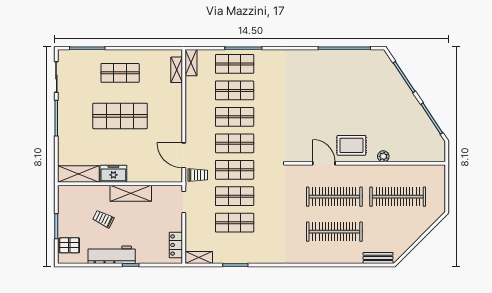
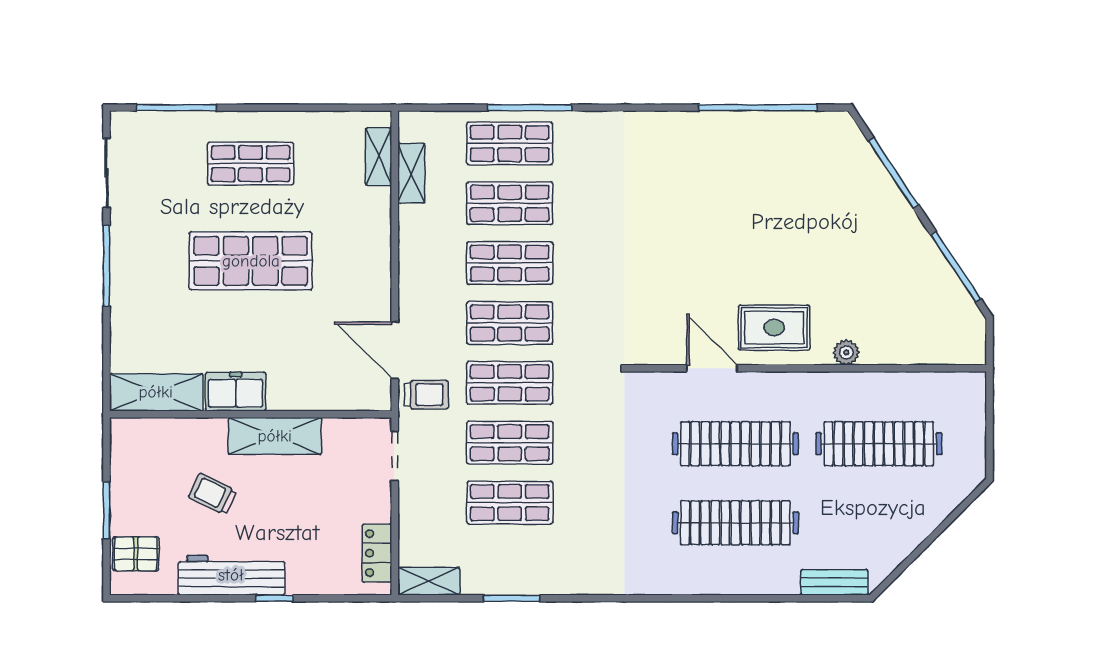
shelving: (191, 63) -> (411, 173), moved

